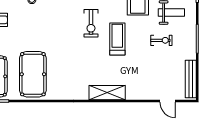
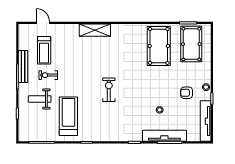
treadmill: (117, 39) -> (44, 50), moved
bench: (191, 79) -> (23, 67), moved

